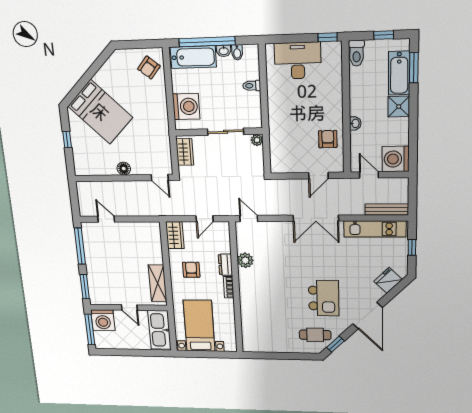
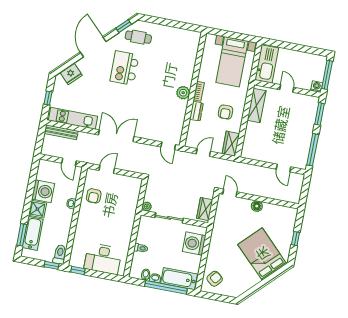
window: (384, 35) -> (51, 265), moved
washing machine: (396, 159) -> (43, 191), moved
plant: (245, 260) -> (183, 93), moved
washing machine: (103, 320) -> (317, 87), width x0.53, depth x0.53

